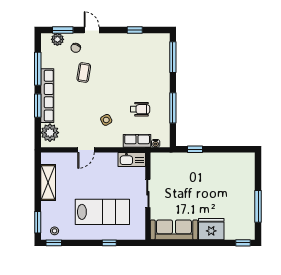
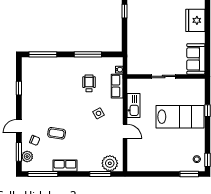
window: (38, 69) -> (43, 174), moved
row of seats: (47, 96) -> (65, 166), width x0.50
window: (38, 106) -> (100, 174), moved
window: (195, 149) -> (124, 11), moved
kitchen sink: (132, 159) -> (134, 105), moved
shelving: (48, 183) -> (154, 165), removed
lab bench: (102, 212) -> (180, 117), turned 90
sofa: (174, 230) -> (196, 59), width x0.73

